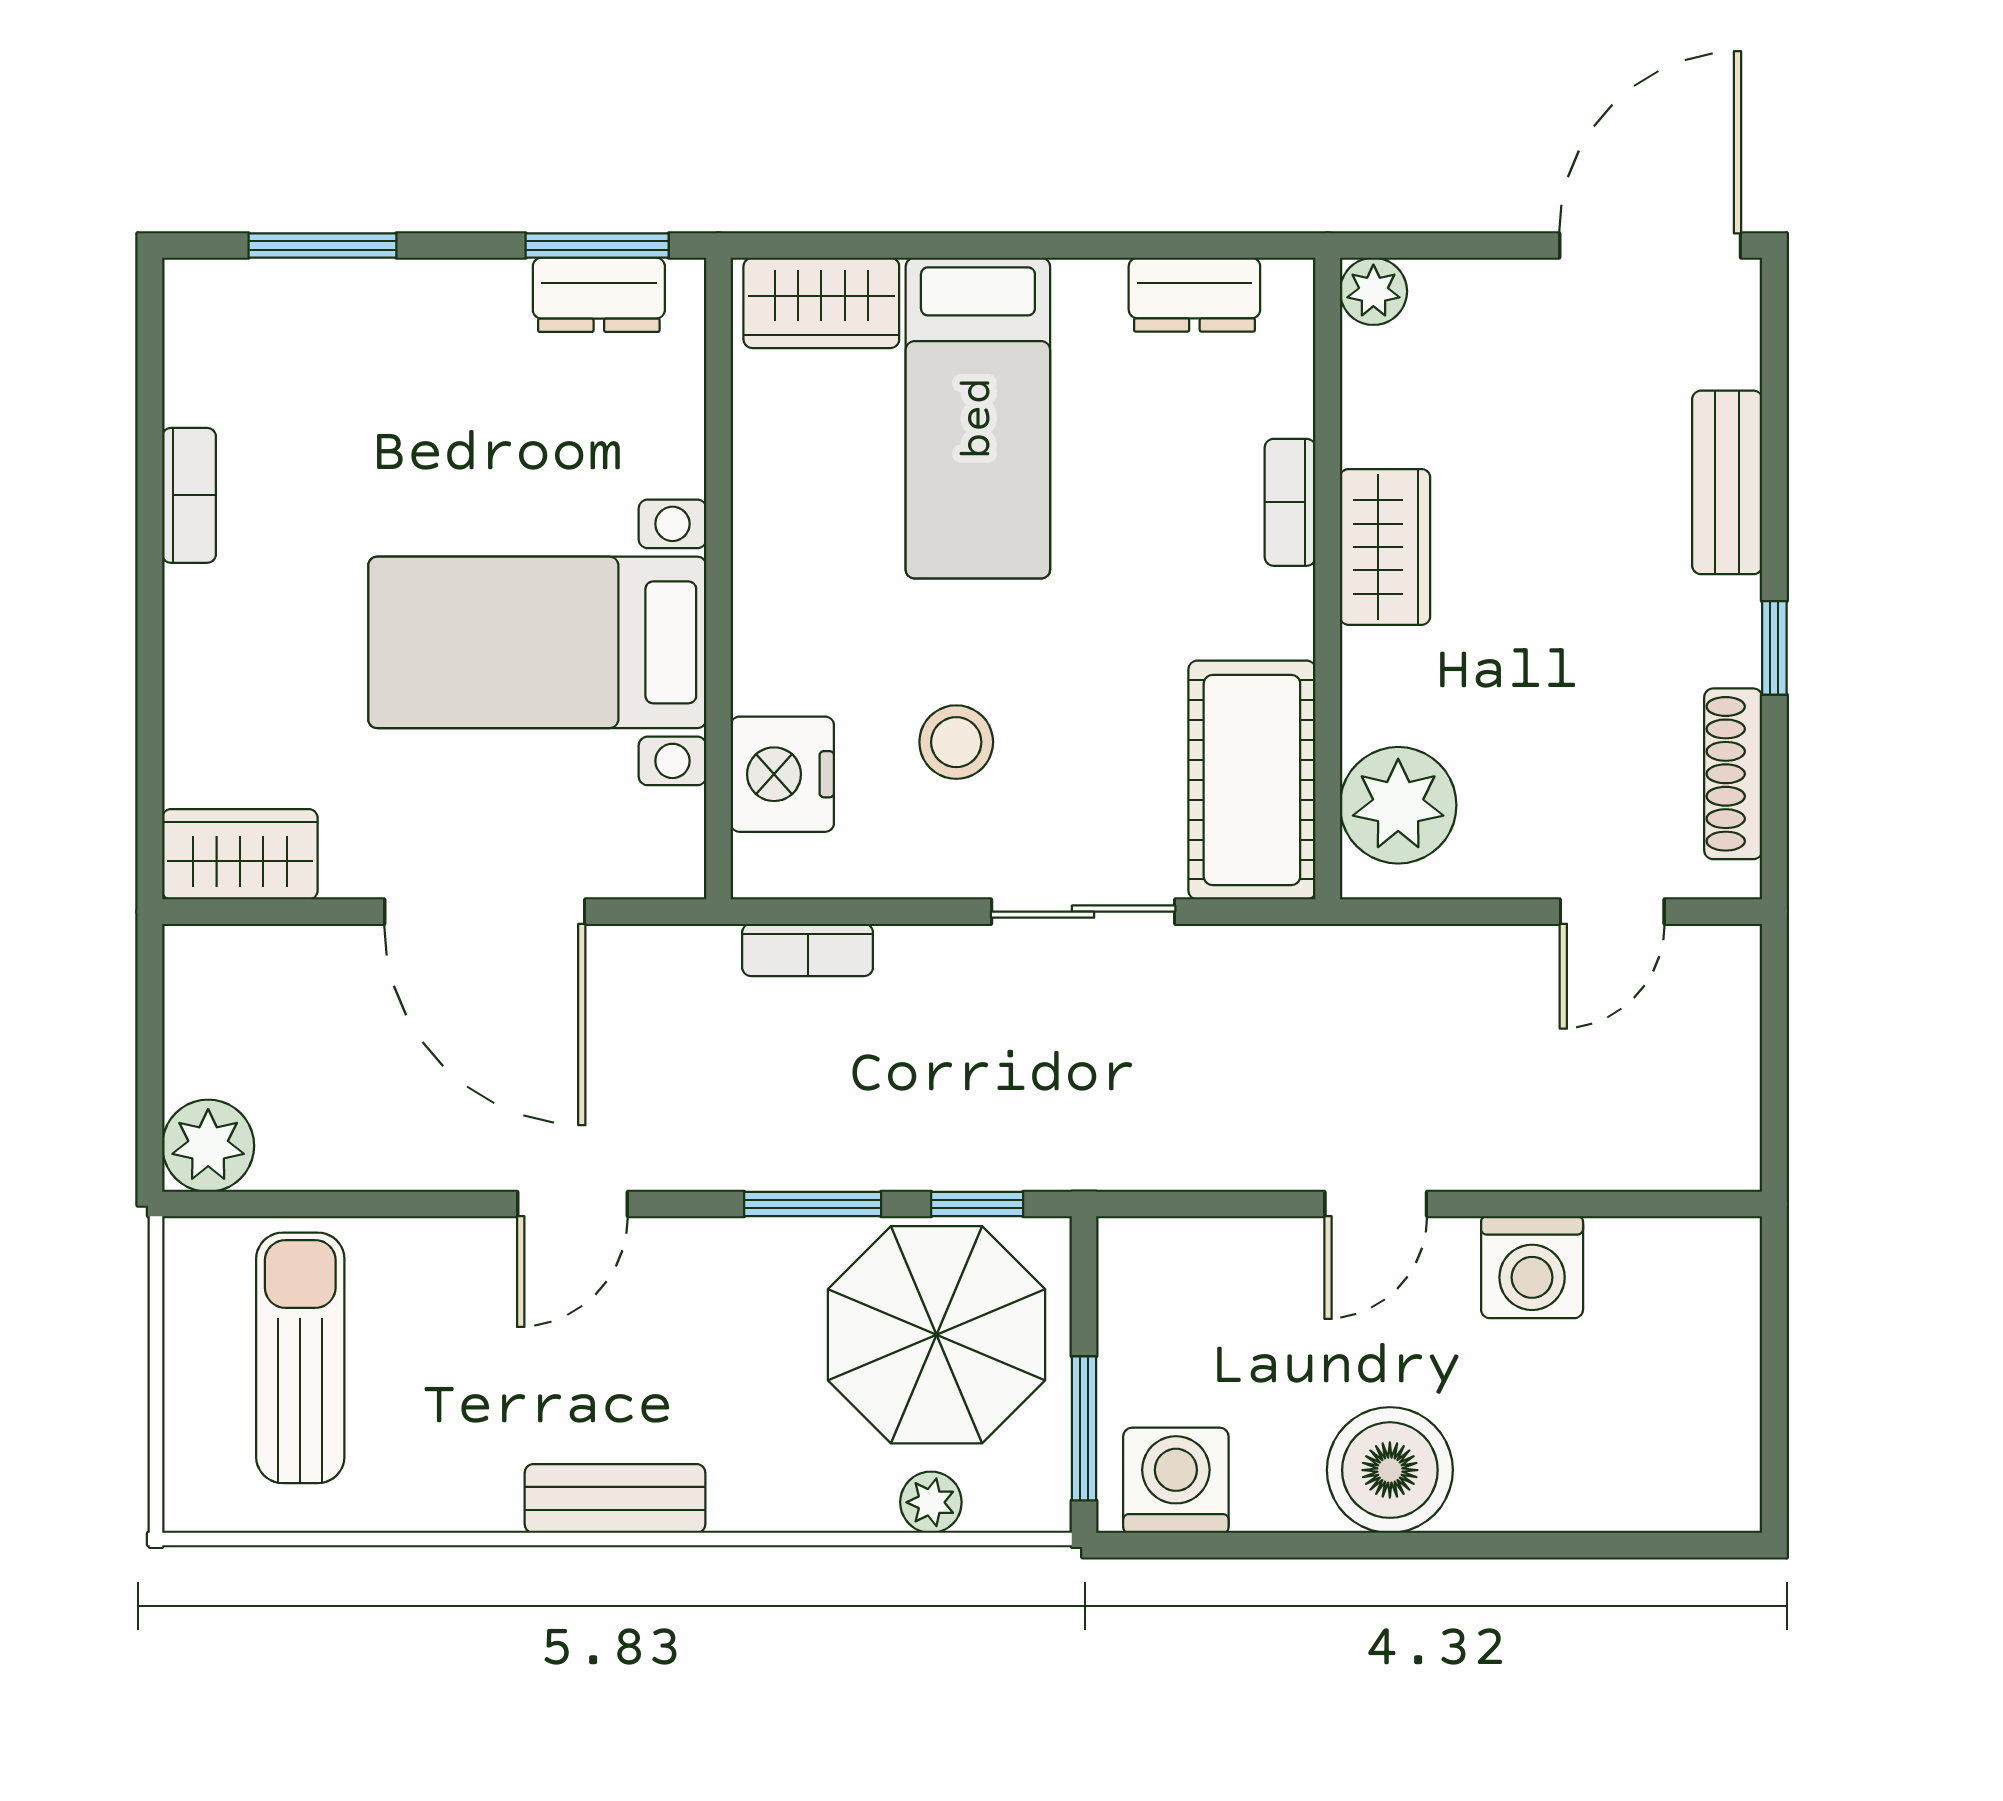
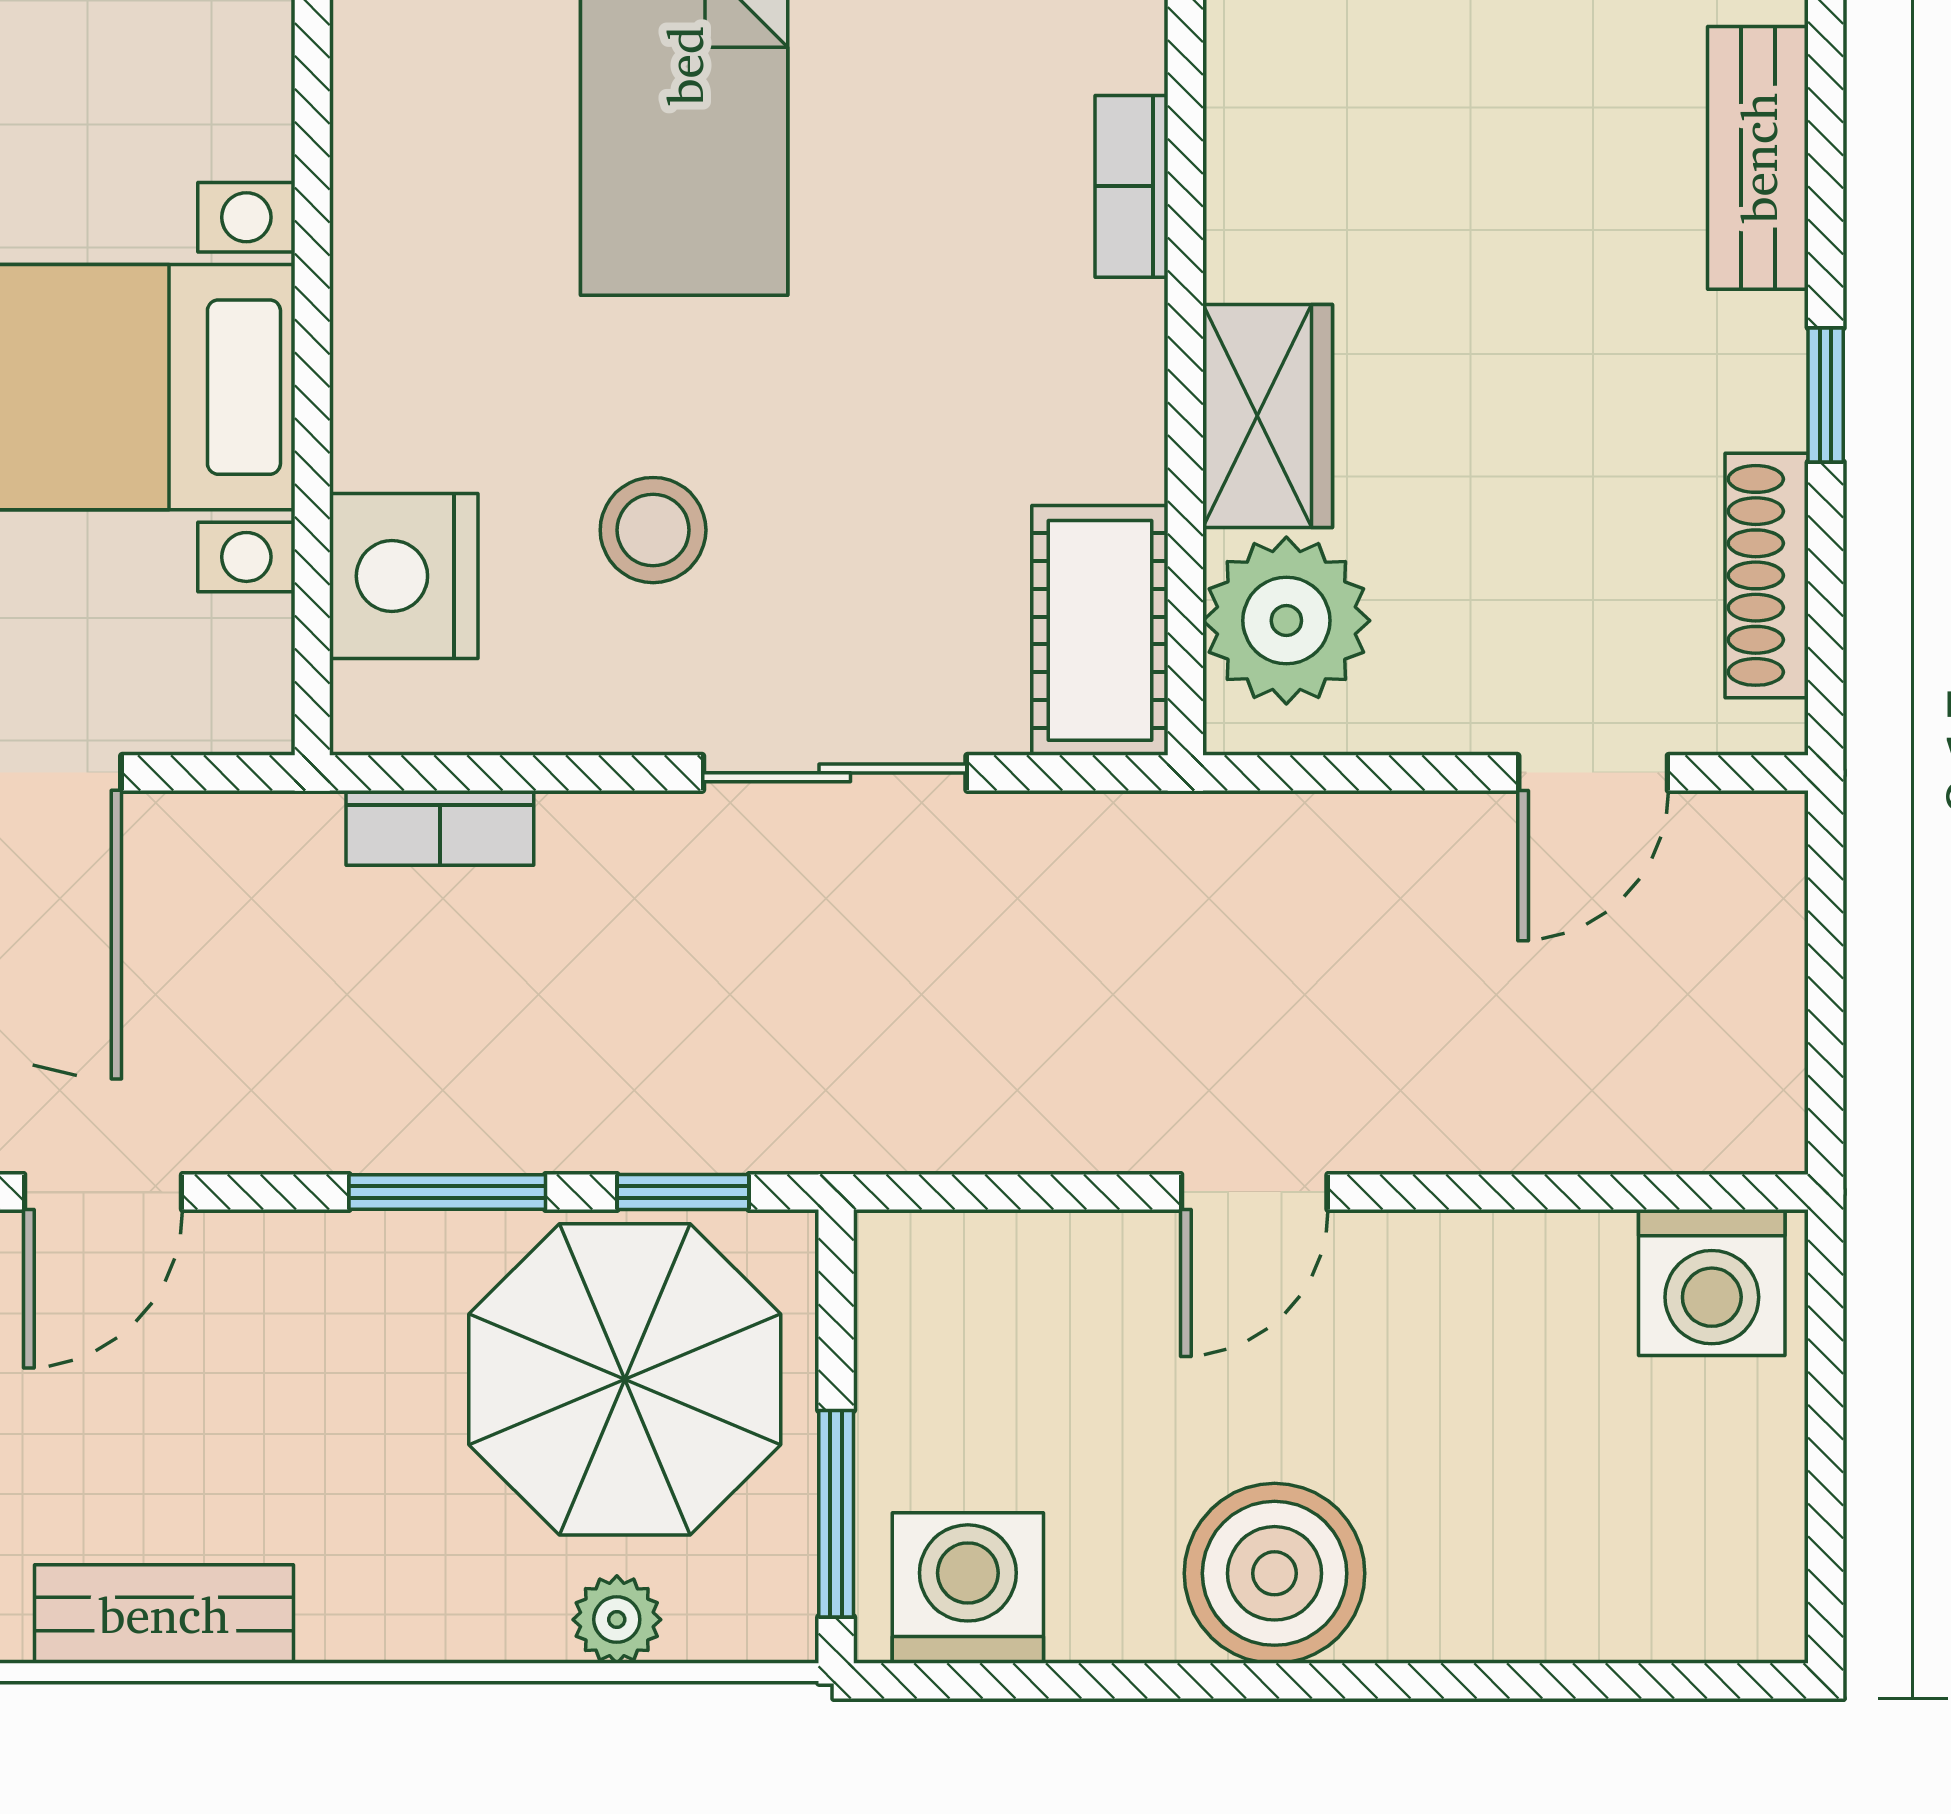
wardrobe: (1385, 547) -> (1268, 416), moved
cot: (1252, 780) -> (1100, 630), width x0.73, depth x0.75
washing machine: (1532, 1267) -> (1712, 1283), moved

